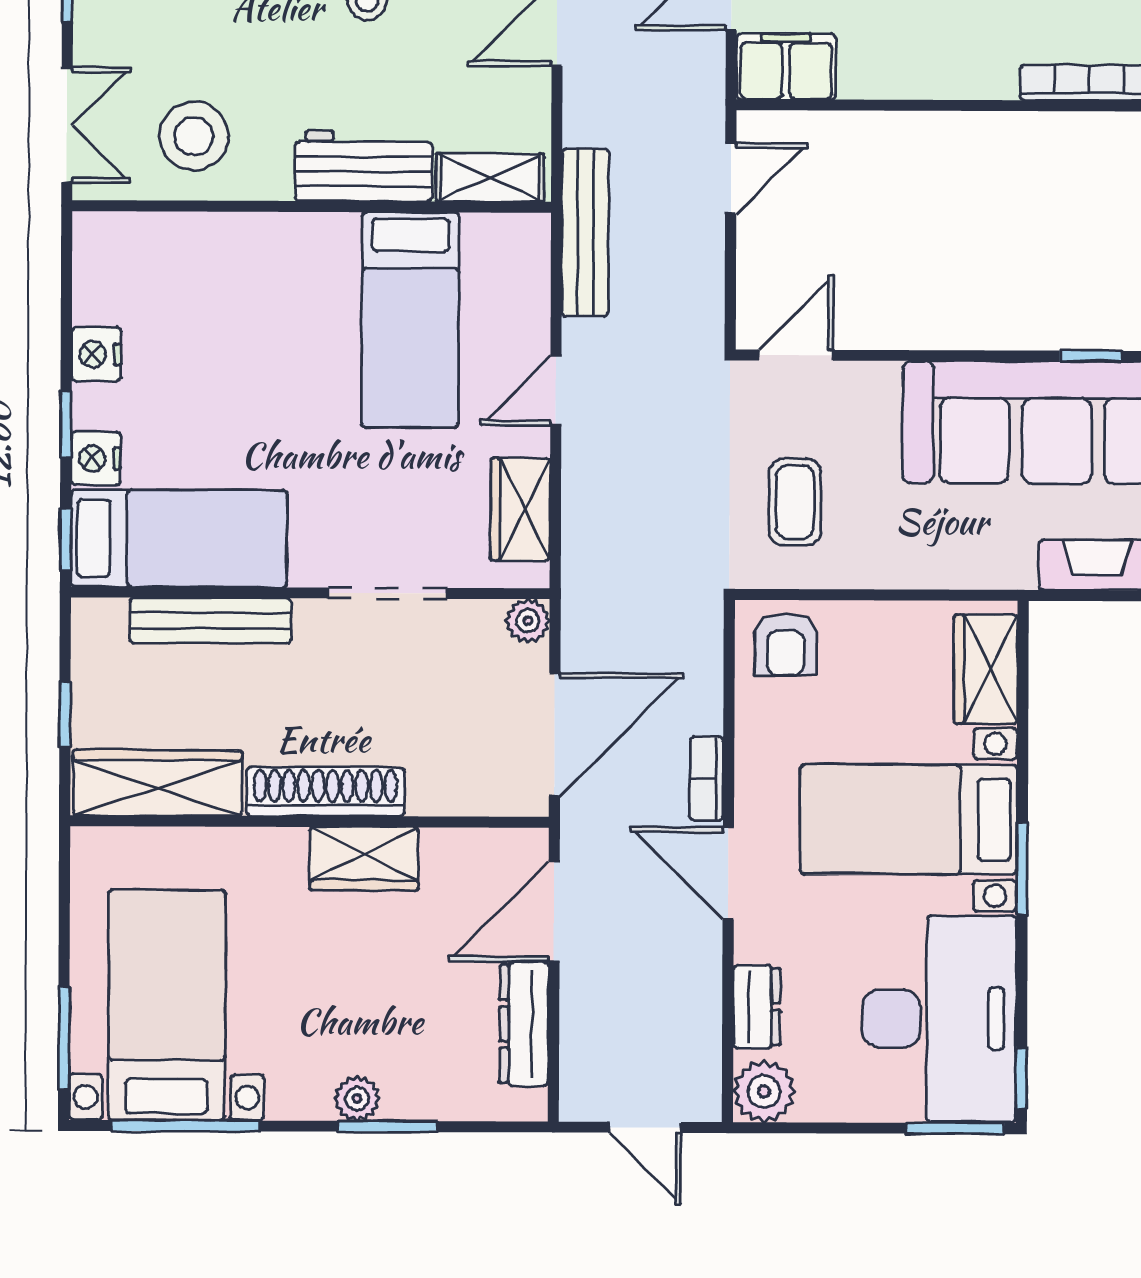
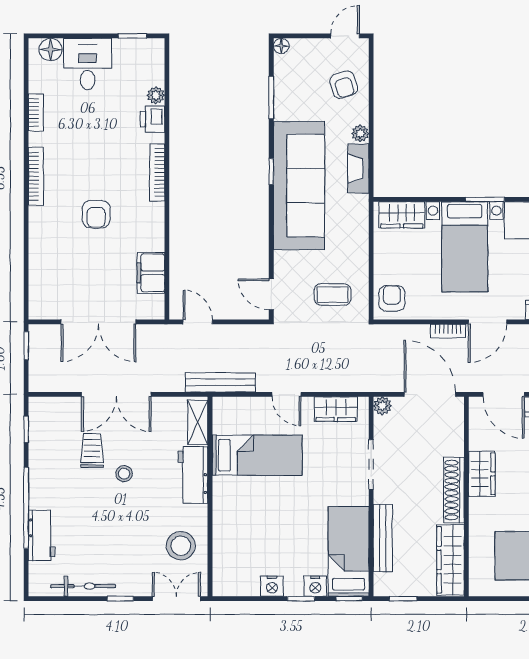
filing cabinet: (786, 66) -> (151, 273), moved
armchair: (786, 644) -> (392, 298), turned -90
window: (65, 714) -> (403, 599), moved

